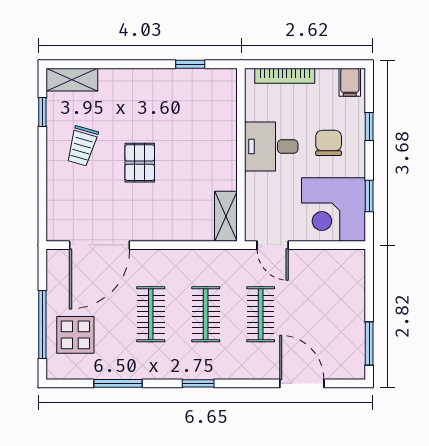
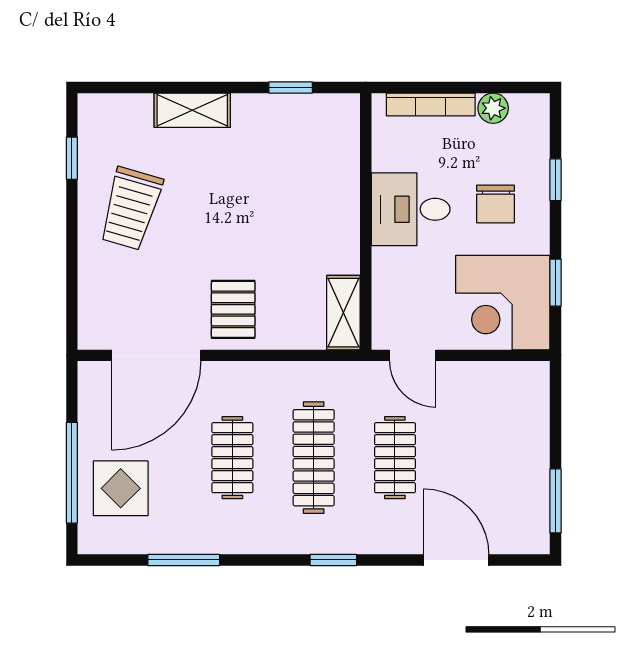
plant: (327, 78) -> (493, 108), added
shelving: (72, 80) -> (192, 110), moved
filing cabinet: (350, 82) -> (527, 114), removed
chair: (329, 143) -> (496, 204), turned 180
trolley: (82, 146) -> (131, 209), width x1.36, depth x1.39
pallet: (140, 163) -> (233, 309), moved
clothes rail: (206, 314) -> (314, 458), width x1.36
window: (198, 383) -> (333, 560), moved

